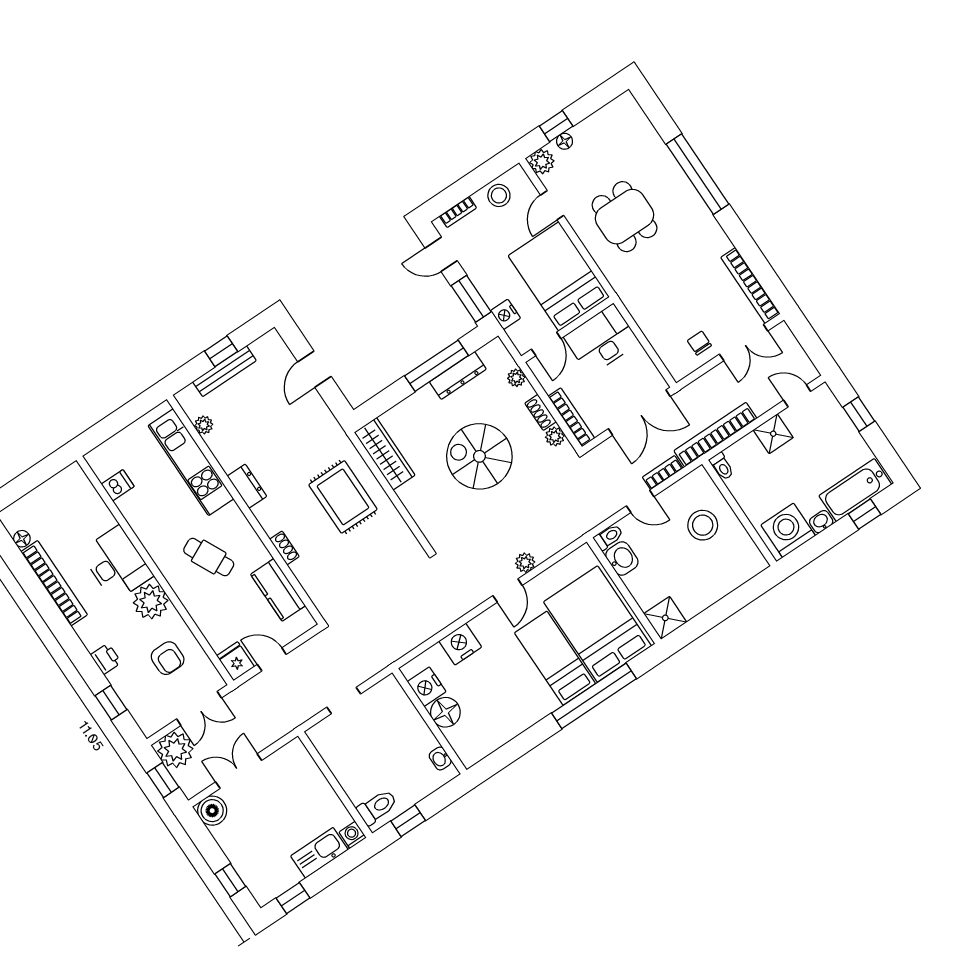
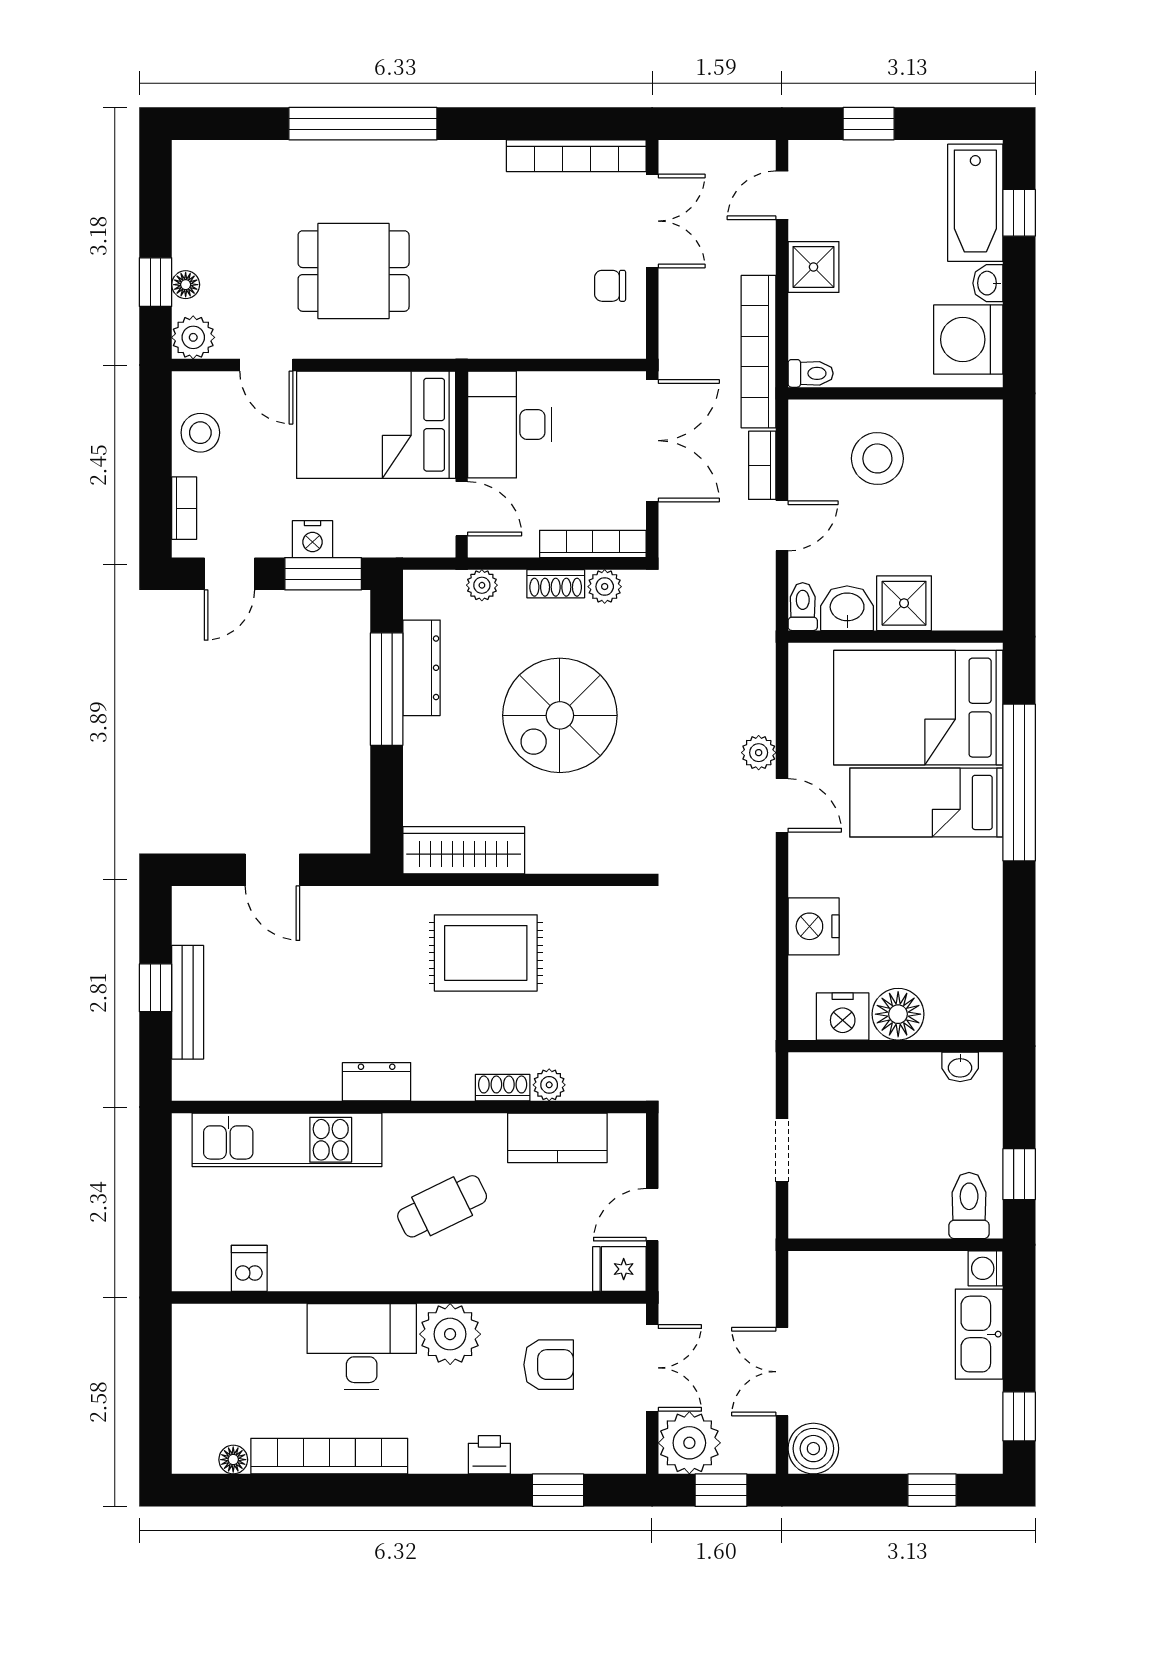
nightstand: (506, 314) -> (312, 539), moved
plant: (204, 425) -> (549, 1085), moved
shower: (665, 618) -> (904, 603), moved

